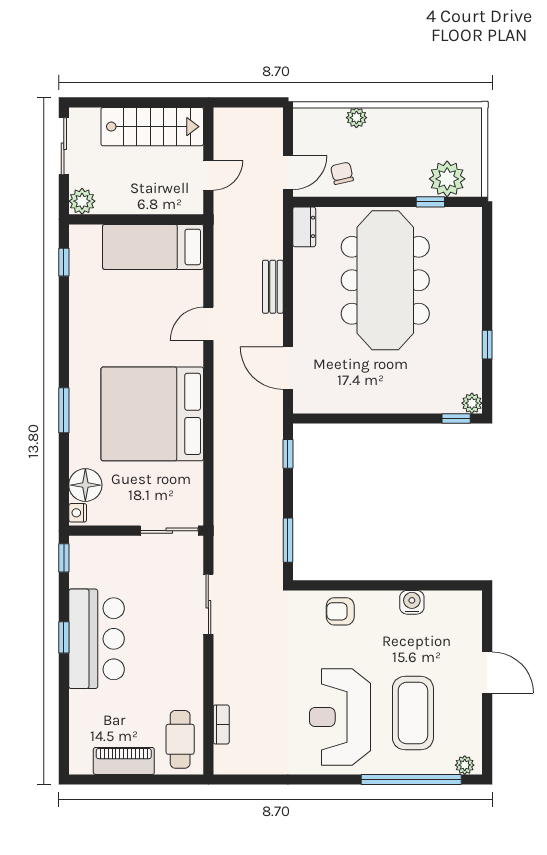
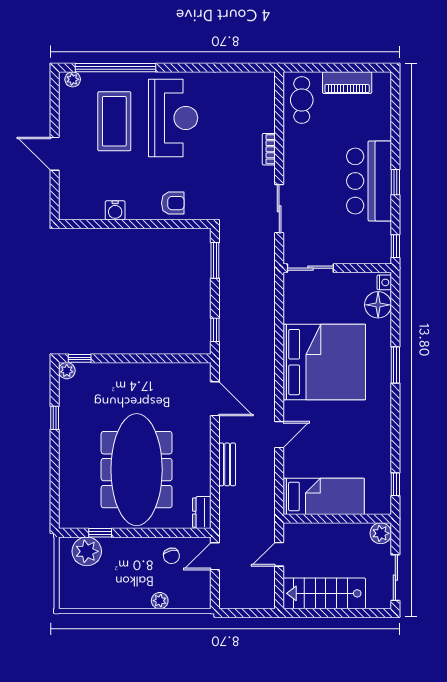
bookcase: (221, 724) -> (269, 149), moved

